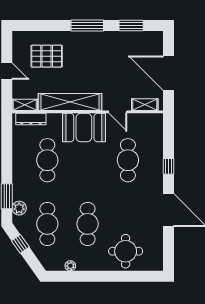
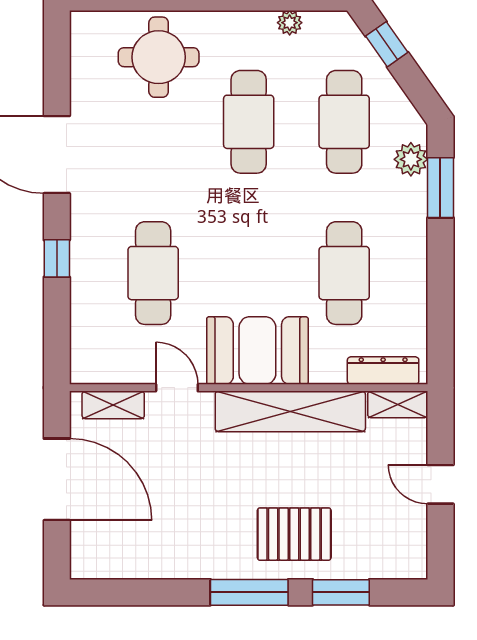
window: (131, 26) -> (341, 592), moved
pallet: (47, 56) -> (294, 534), moved
window: (20, 244) -> (387, 44), moved

